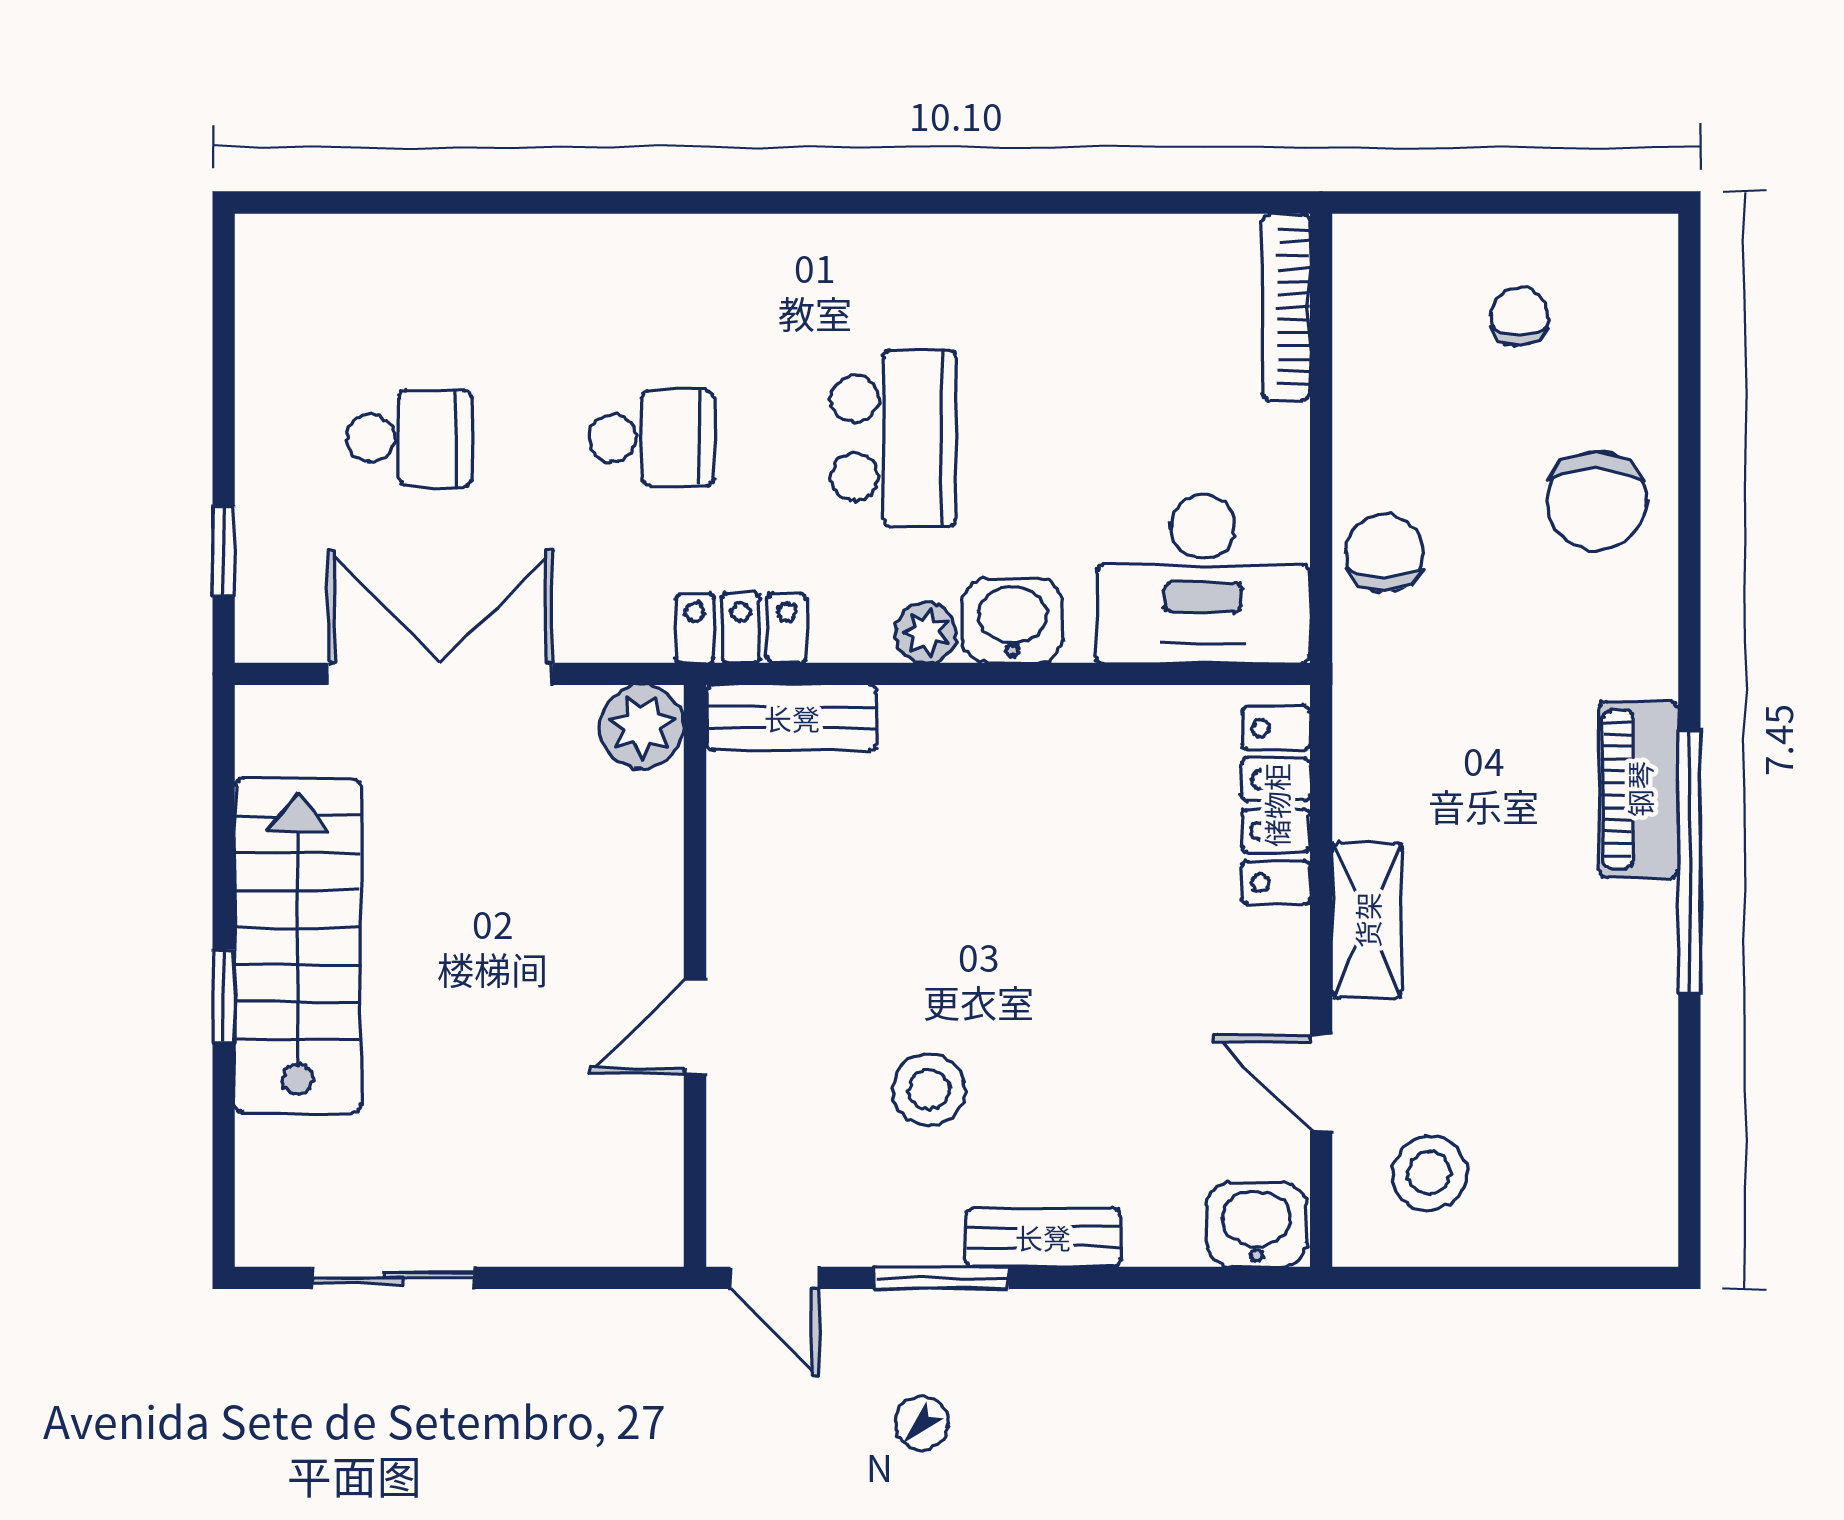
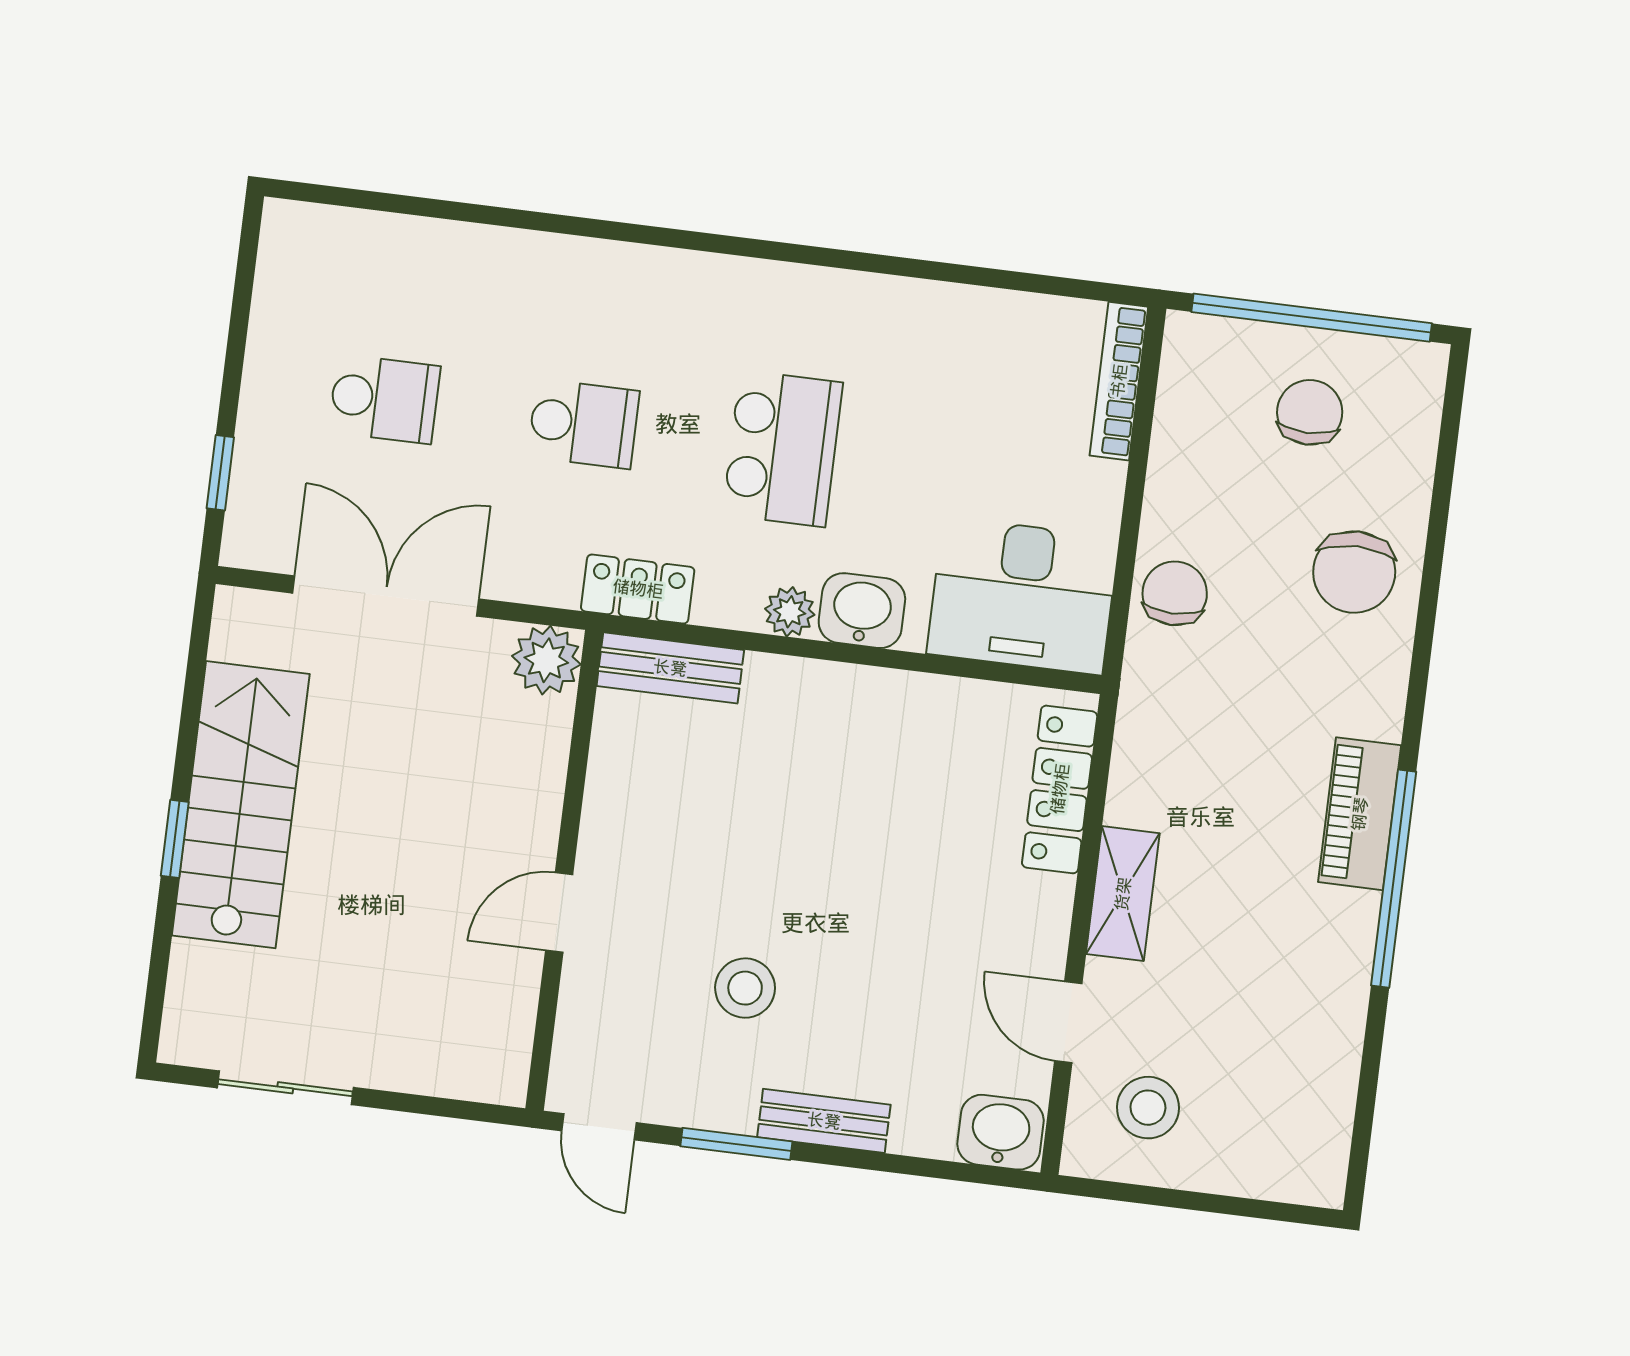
window: (1507, 202) -> (1312, 318), added
chair: (1519, 316) -> (1310, 412), width x1.37, depth x1.37

